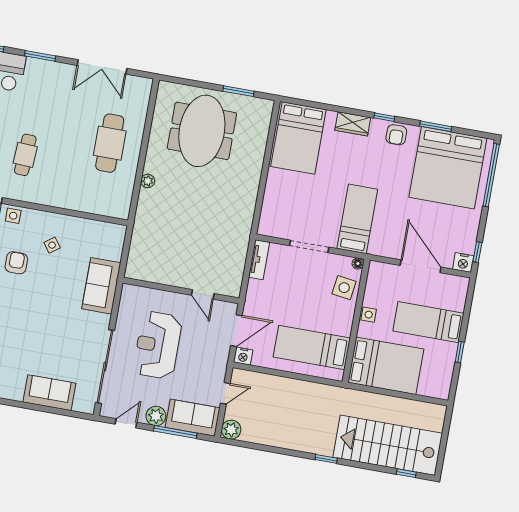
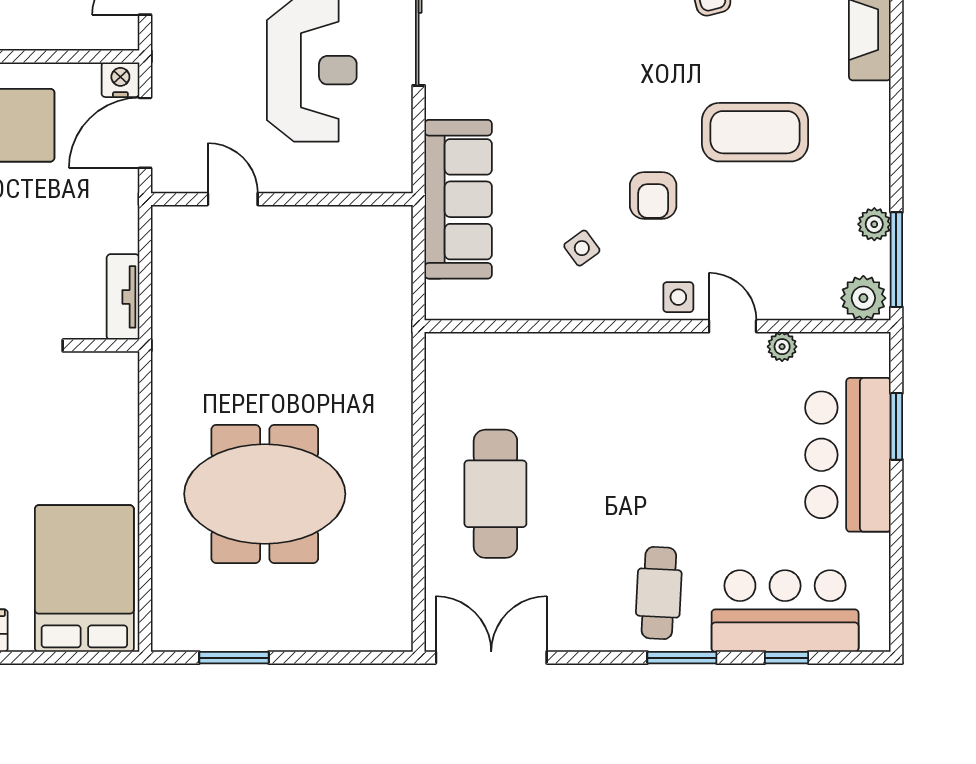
double door: (102, 67) -> (491, 658), moved
meeting table: (202, 131) -> (265, 494), moved, turned 90
cafe table: (25, 155) -> (659, 593), moved
plant: (148, 181) -> (398, 426), removed
sofa: (101, 286) -> (458, 199), width x1.36

